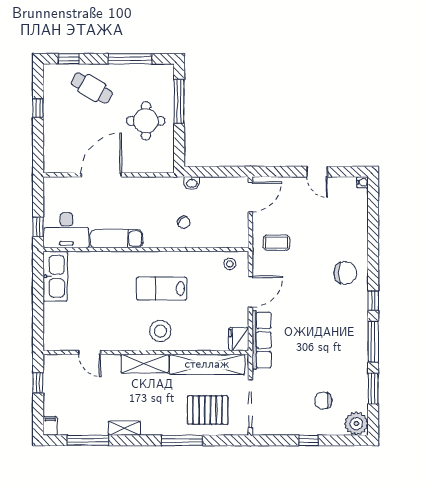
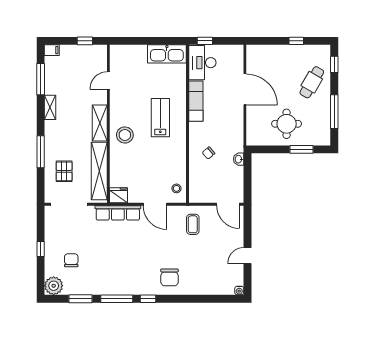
window: (179, 101) -> (302, 149), width x0.69
lab bench: (162, 289) -> (160, 118), moved
pallet: (208, 410) -> (64, 171), width x0.67, depth x0.71

